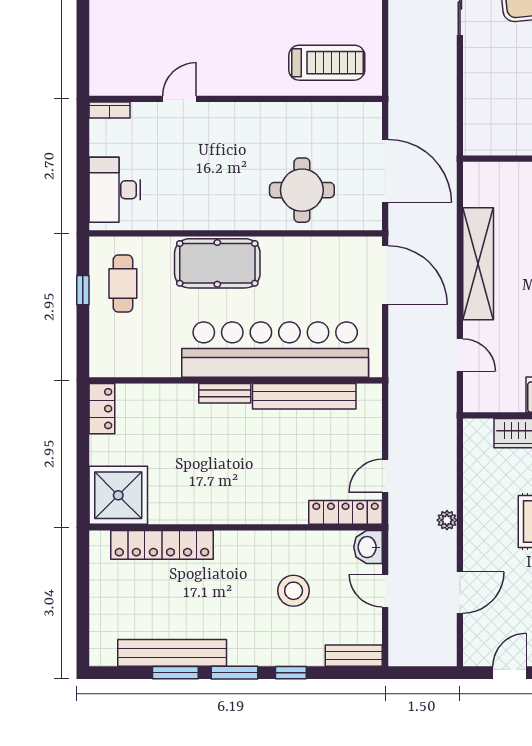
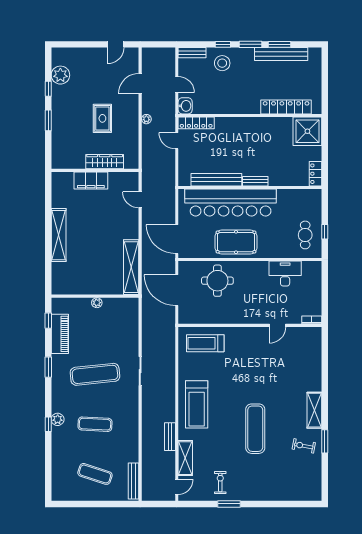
desk: (115, 190) -> (285, 274), moved, turned -90
pool table: (217, 263) -> (236, 242), moved
shelving: (478, 264) -> (131, 267), moved
door: (385, 476) -> (177, 141), swing flipped
stool: (294, 591) -> (222, 63), moved

